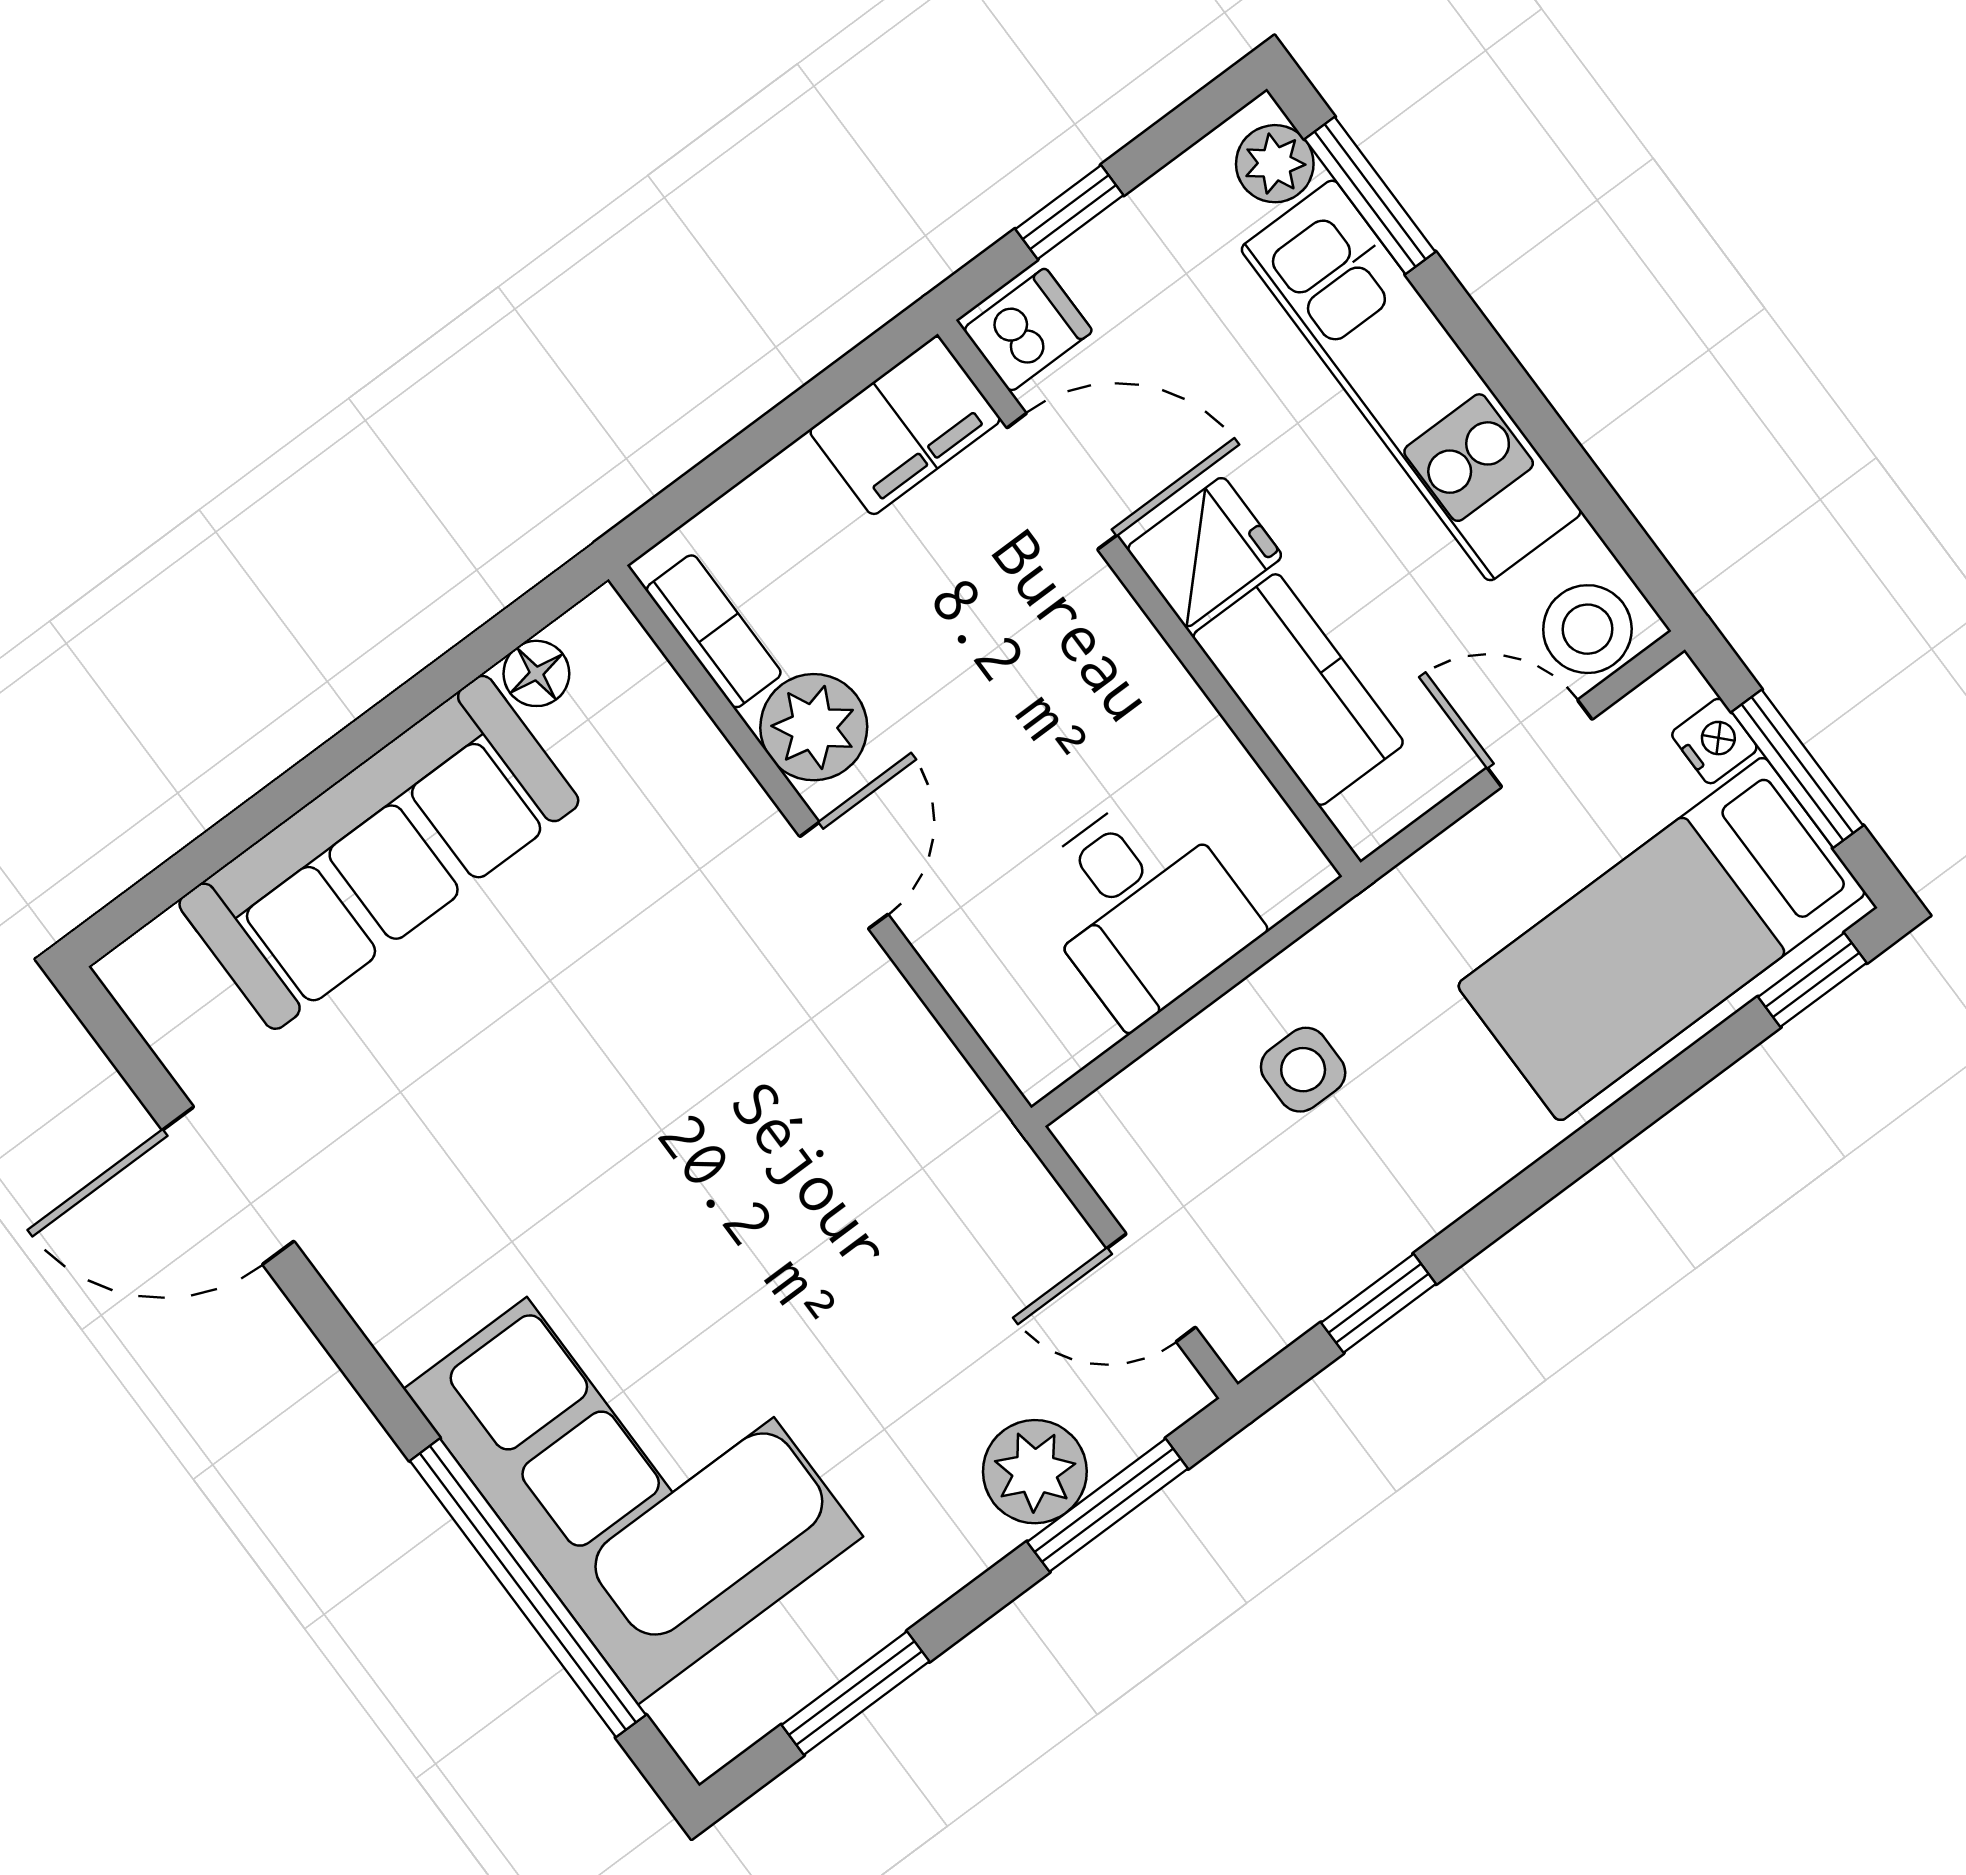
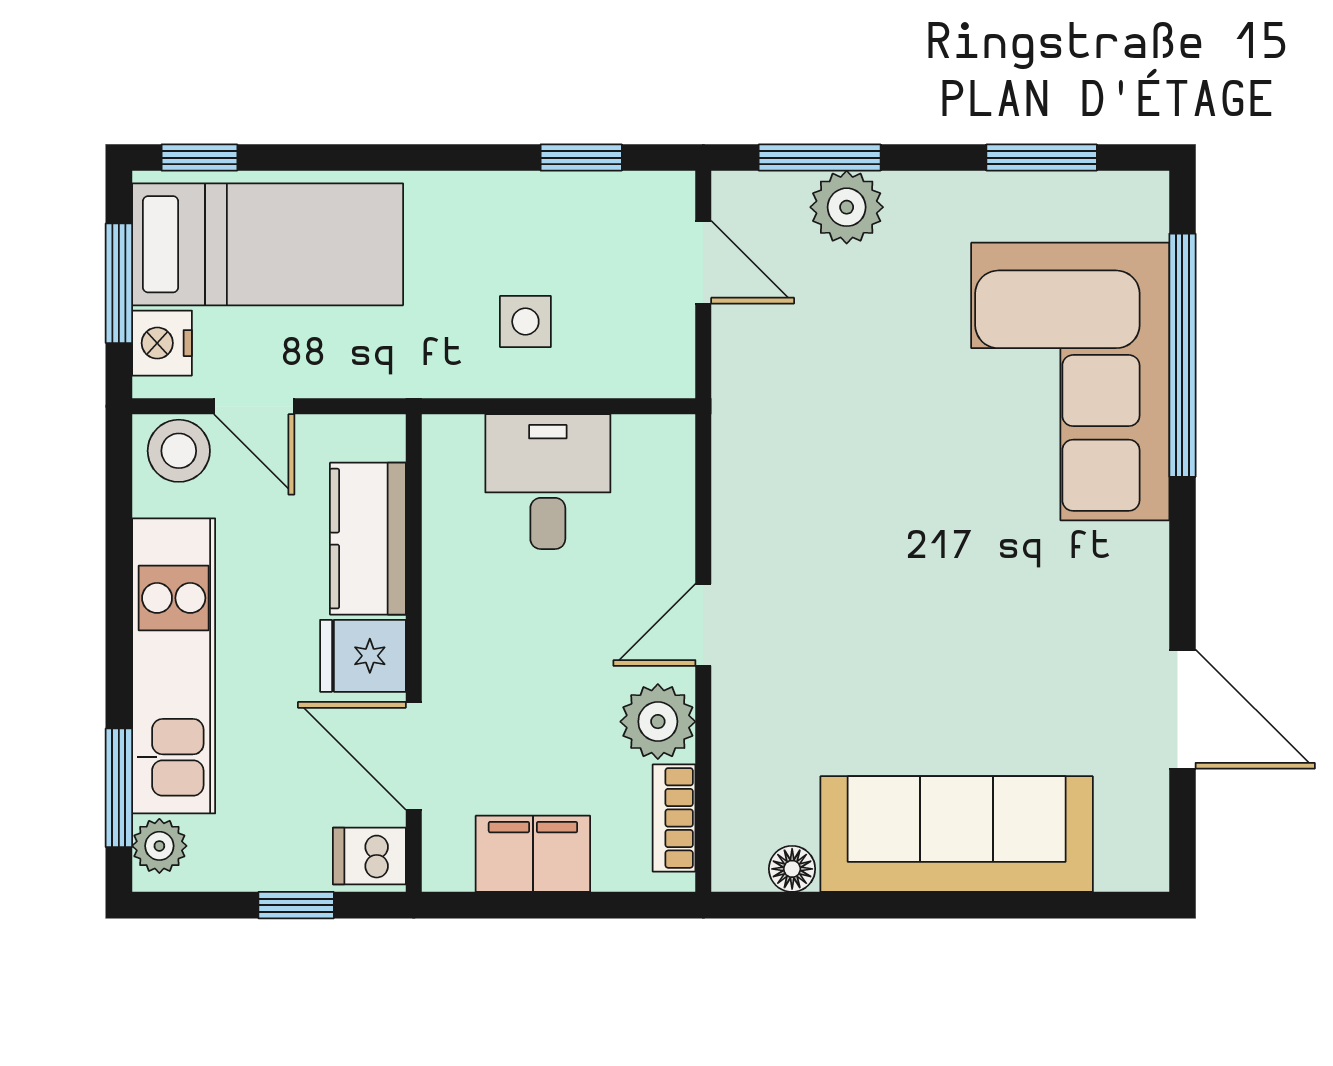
filing cabinet: (905, 425) -> (533, 854), moved
nightstand: (1714, 741) -> (162, 343), width x1.39, depth x1.35

